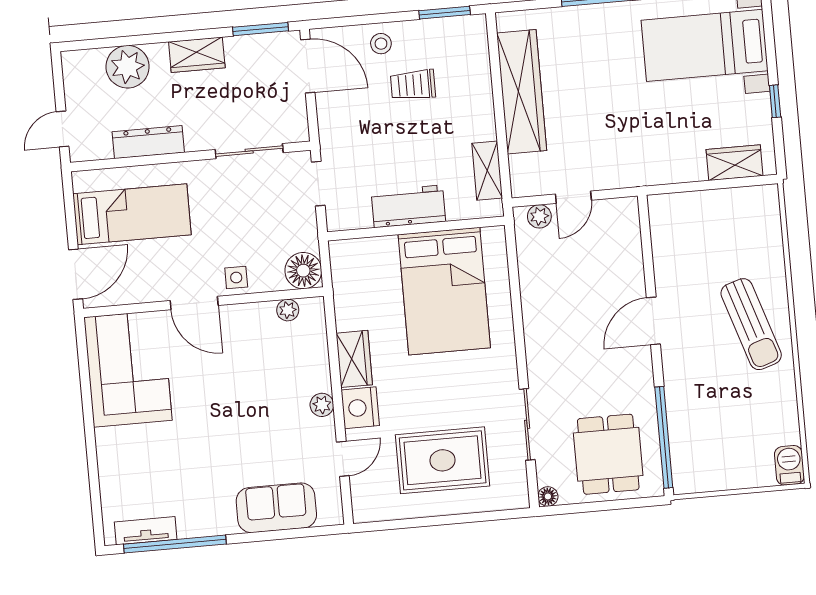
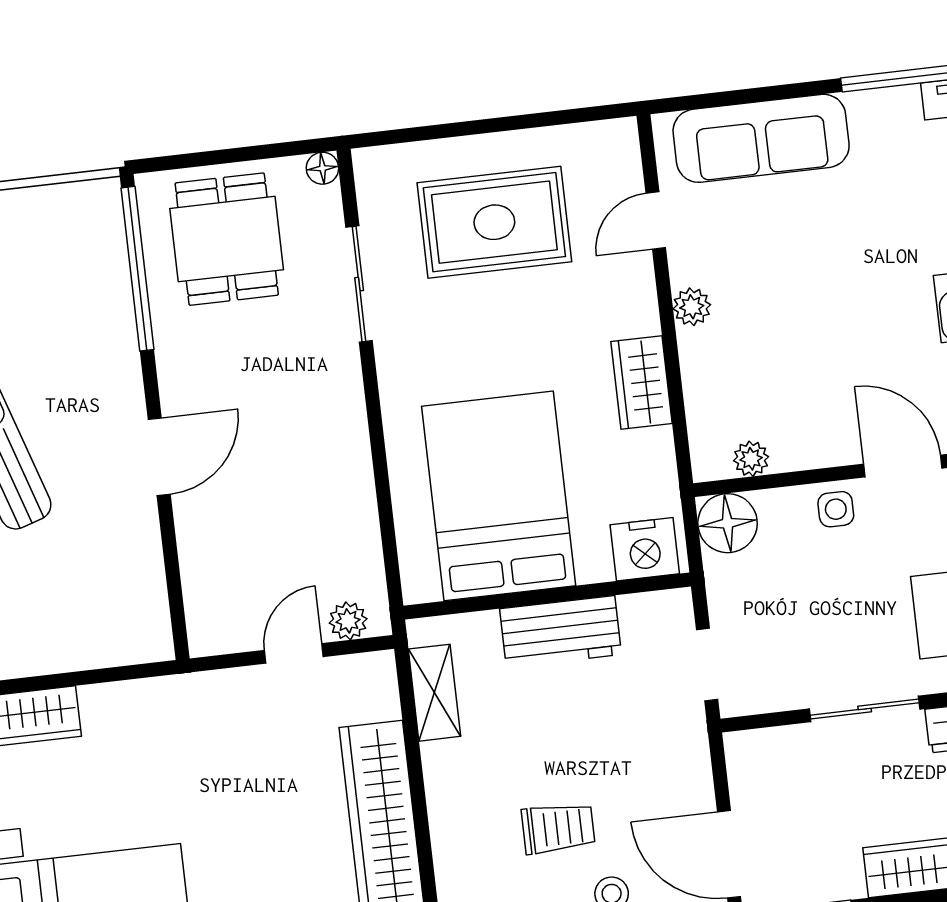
sliding door: (249, 151) -> (865, 709), moved
nightstand: (360, 408) -> (645, 549), moved, turned 90
sofa: (276, 508) -> (761, 138), width x1.36

